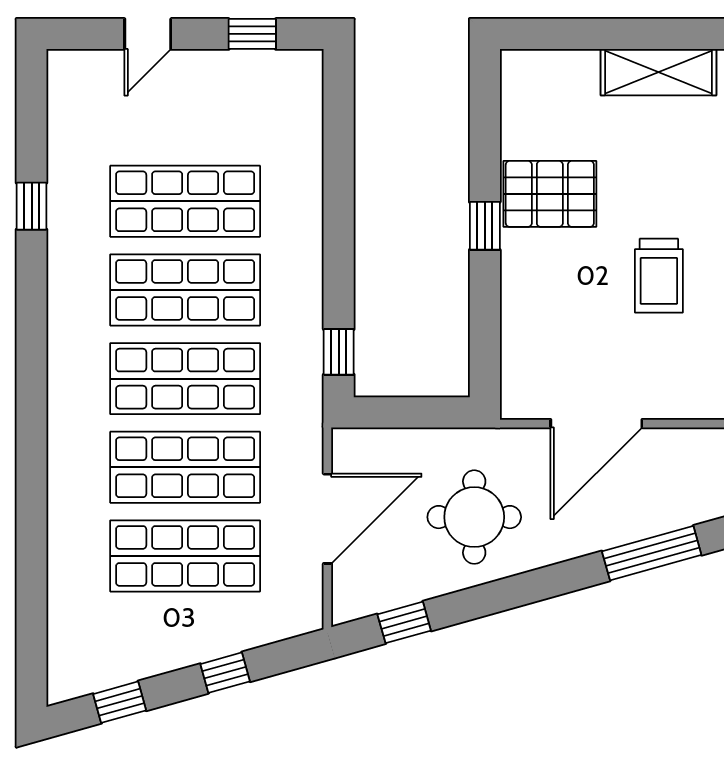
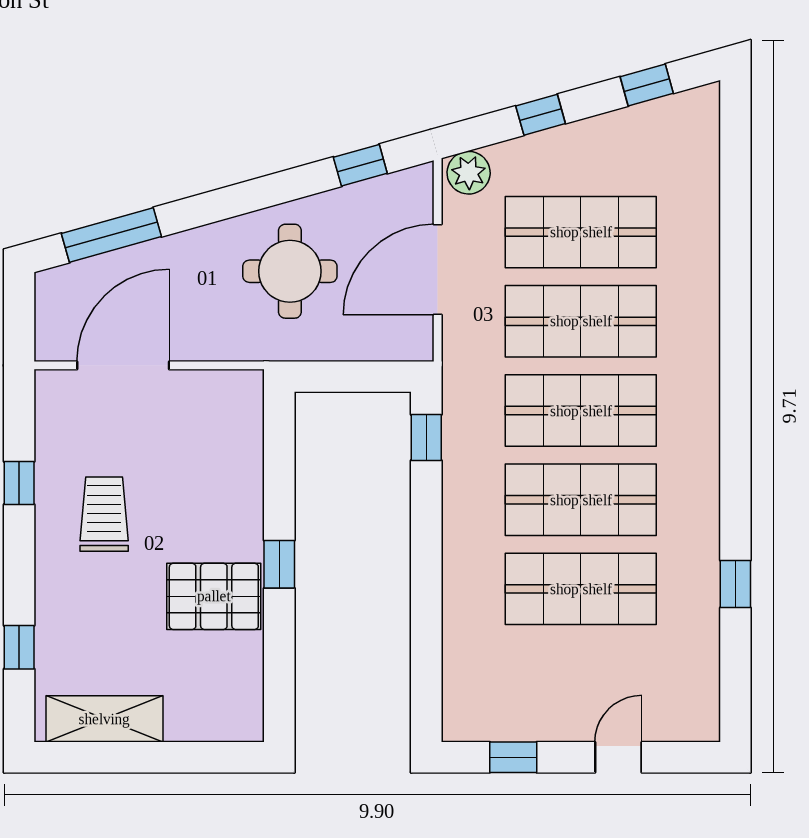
door: (596, 424) -> (123, 365), moved
plant: (297, 615) -> (469, 173), added

